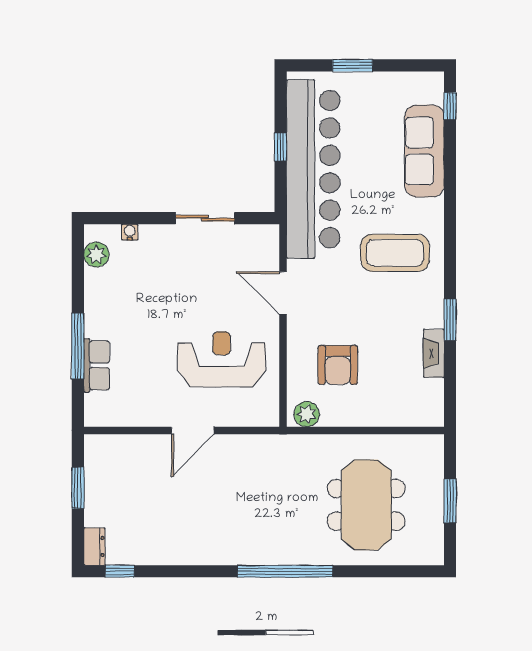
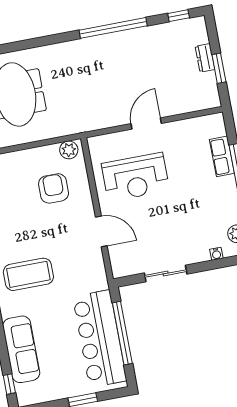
window: (281, 147) -> (122, 333), width x3.17
bar counter: (313, 169) -> (100, 339), width x0.73
dresser: (94, 547) -> (205, 58), moved
window: (285, 571) -> (113, 28), moved

